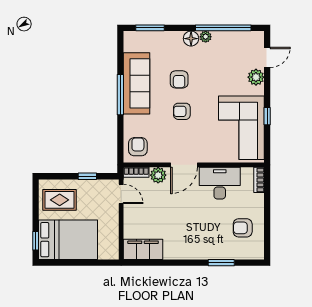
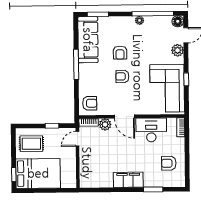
floor lamp: (191, 39) -> (178, 21), moved
sofa: (136, 83) -> (88, 40), moved
armchair: (138, 147) -> (90, 103), turned 90
door: (184, 165) -> (124, 117), hinge flipped
door: (121, 194) -> (77, 139), swing flipped
filing cabinet: (143, 249) -> (128, 180), moved

